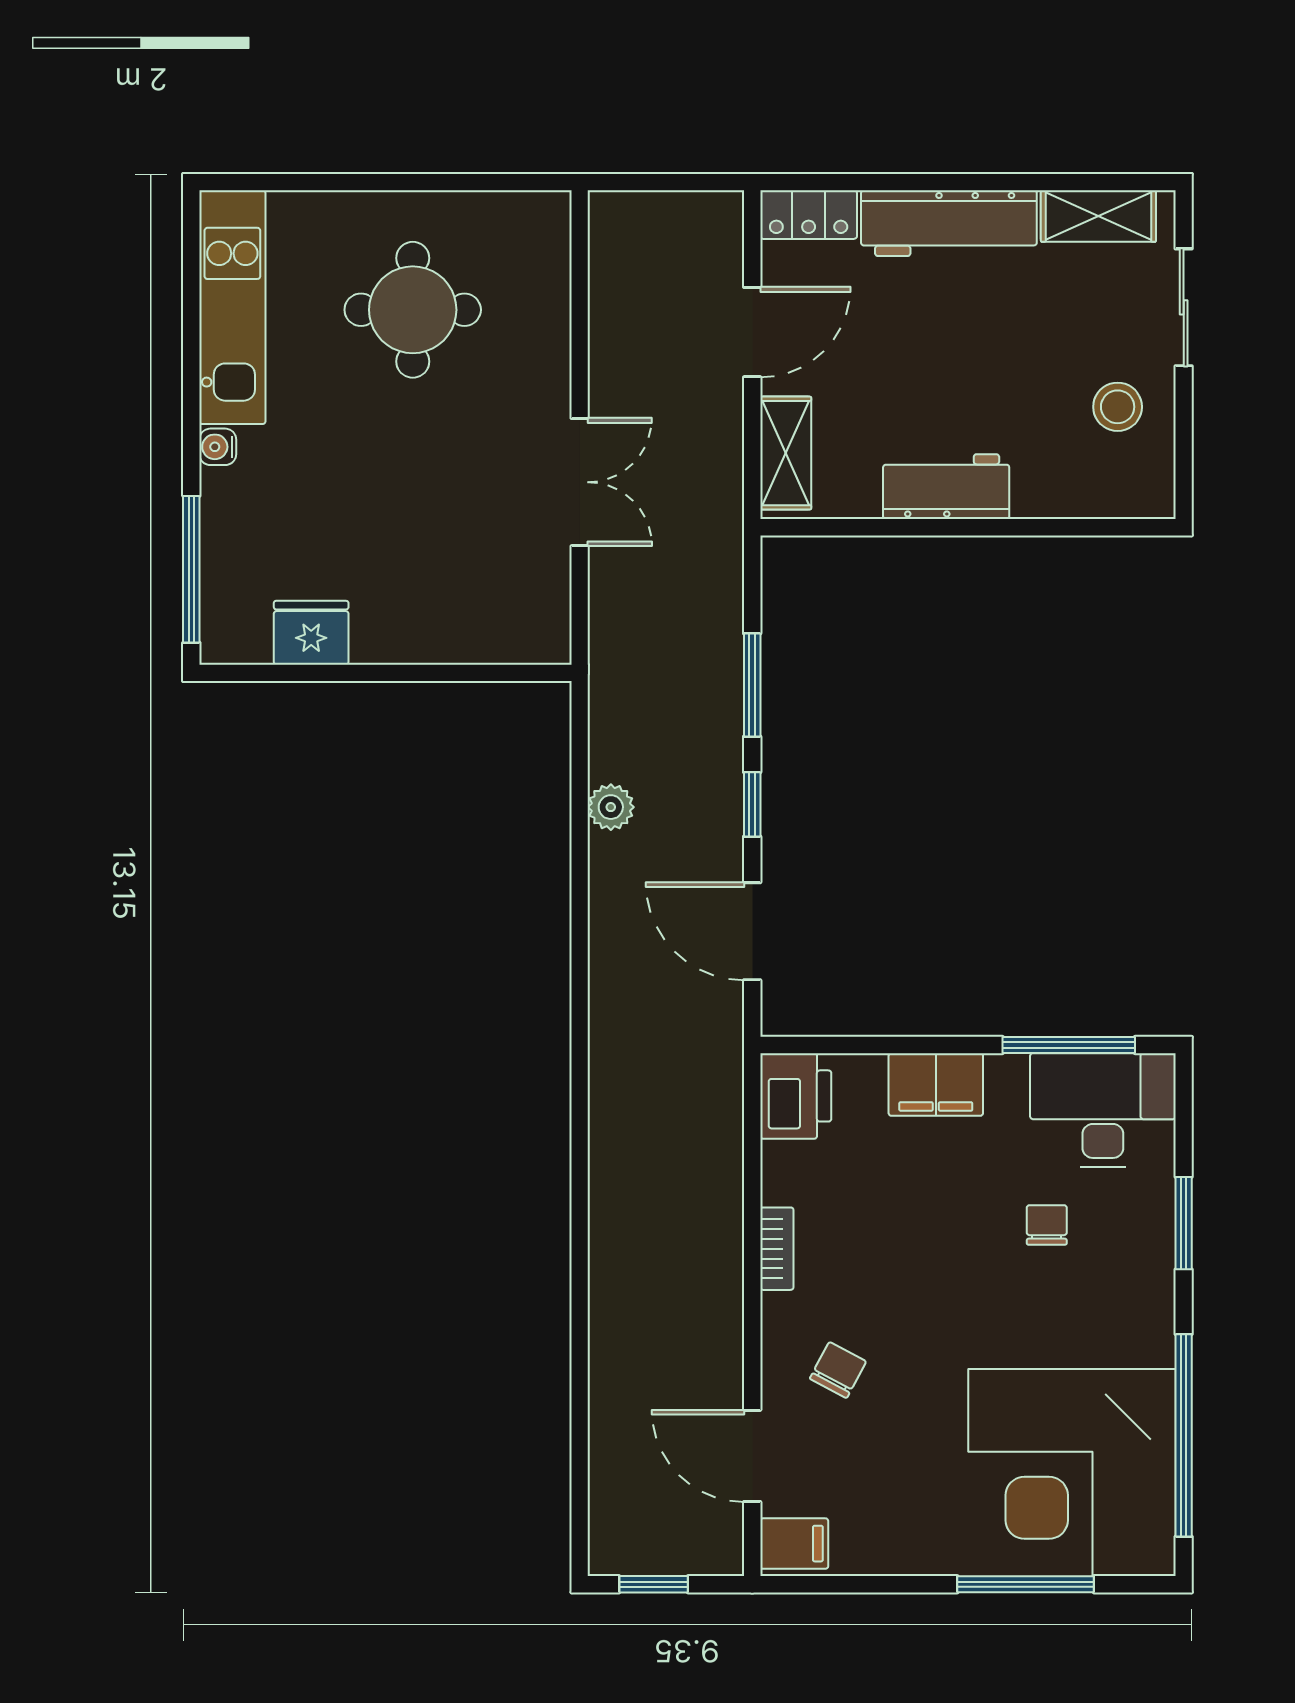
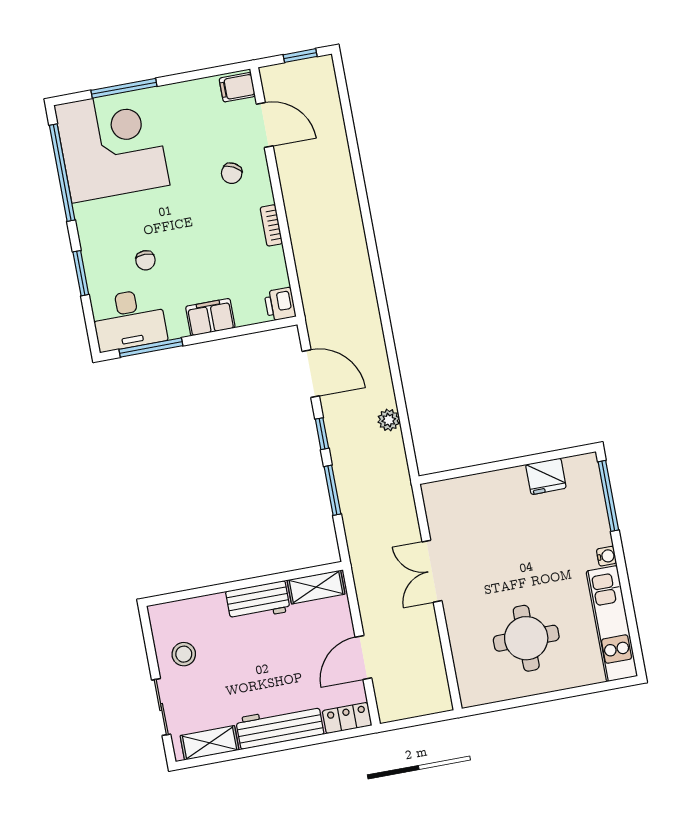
shelving: (786, 453) -> (316, 587), moved, turned 90
printer: (796, 1096) -> (280, 304), width x0.73, depth x0.81

